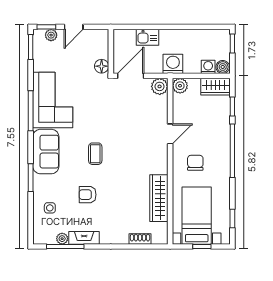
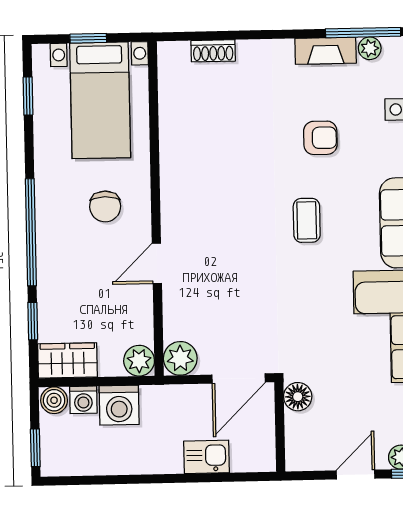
washing machine: (173, 64) -> (119, 405), moved
wardrobe: (159, 198) -> (177, 134), removed

